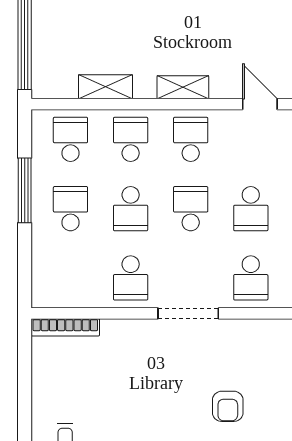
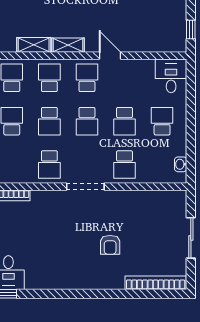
shelving: (183, 87) -> (68, 45), moved
door: (260, 104) -> (110, 56), moved
school desk: (191, 209) -> (87, 121), turned 180

